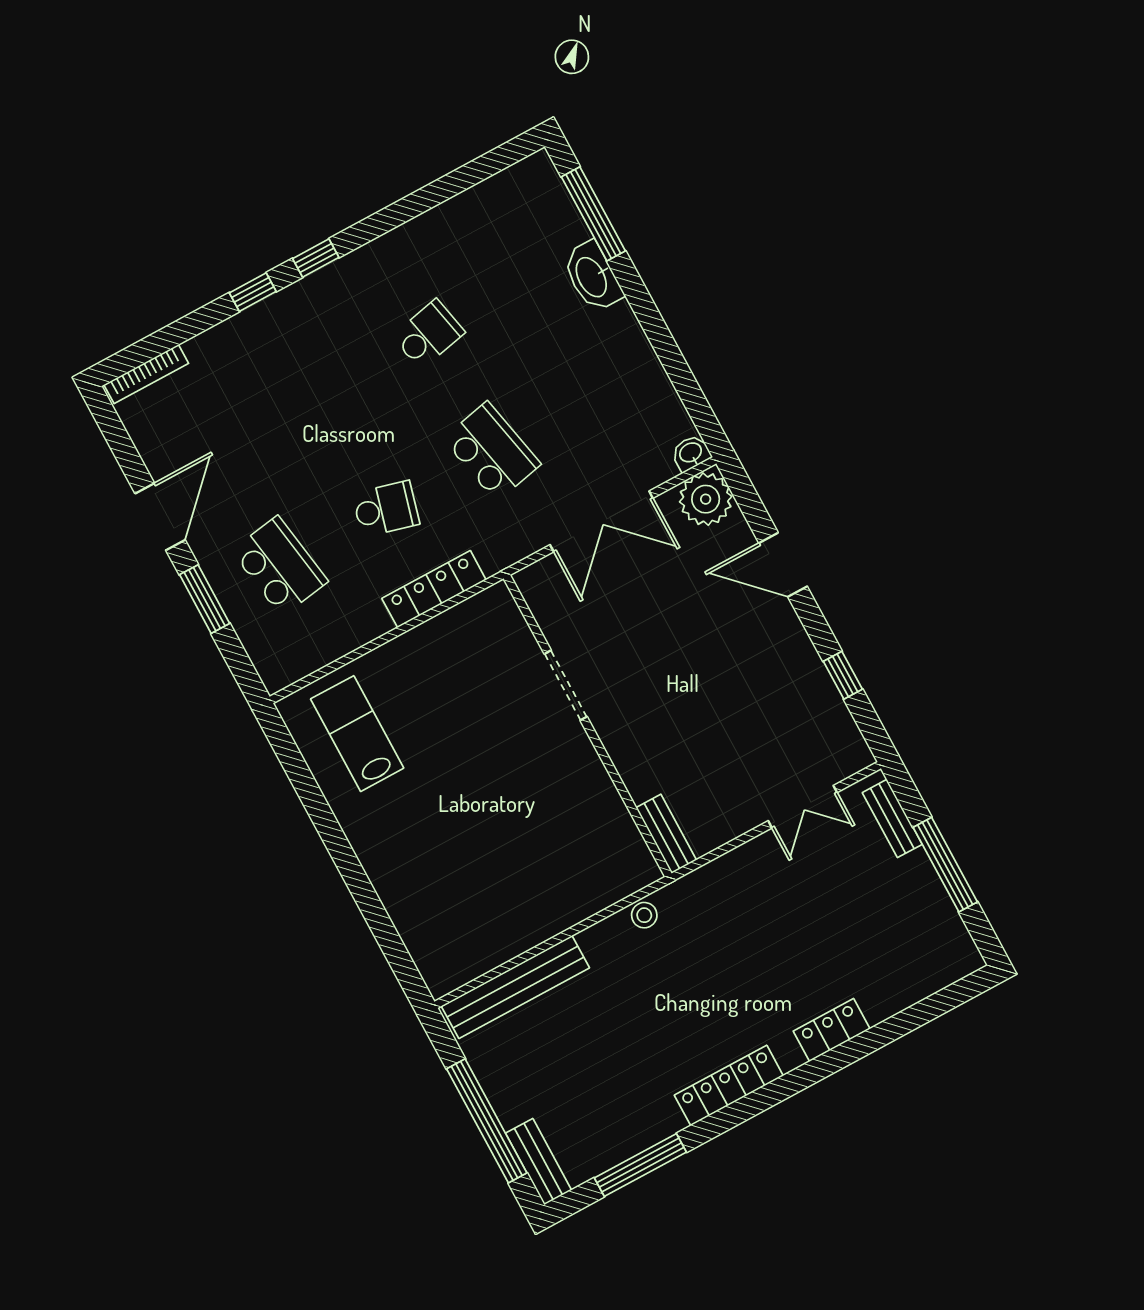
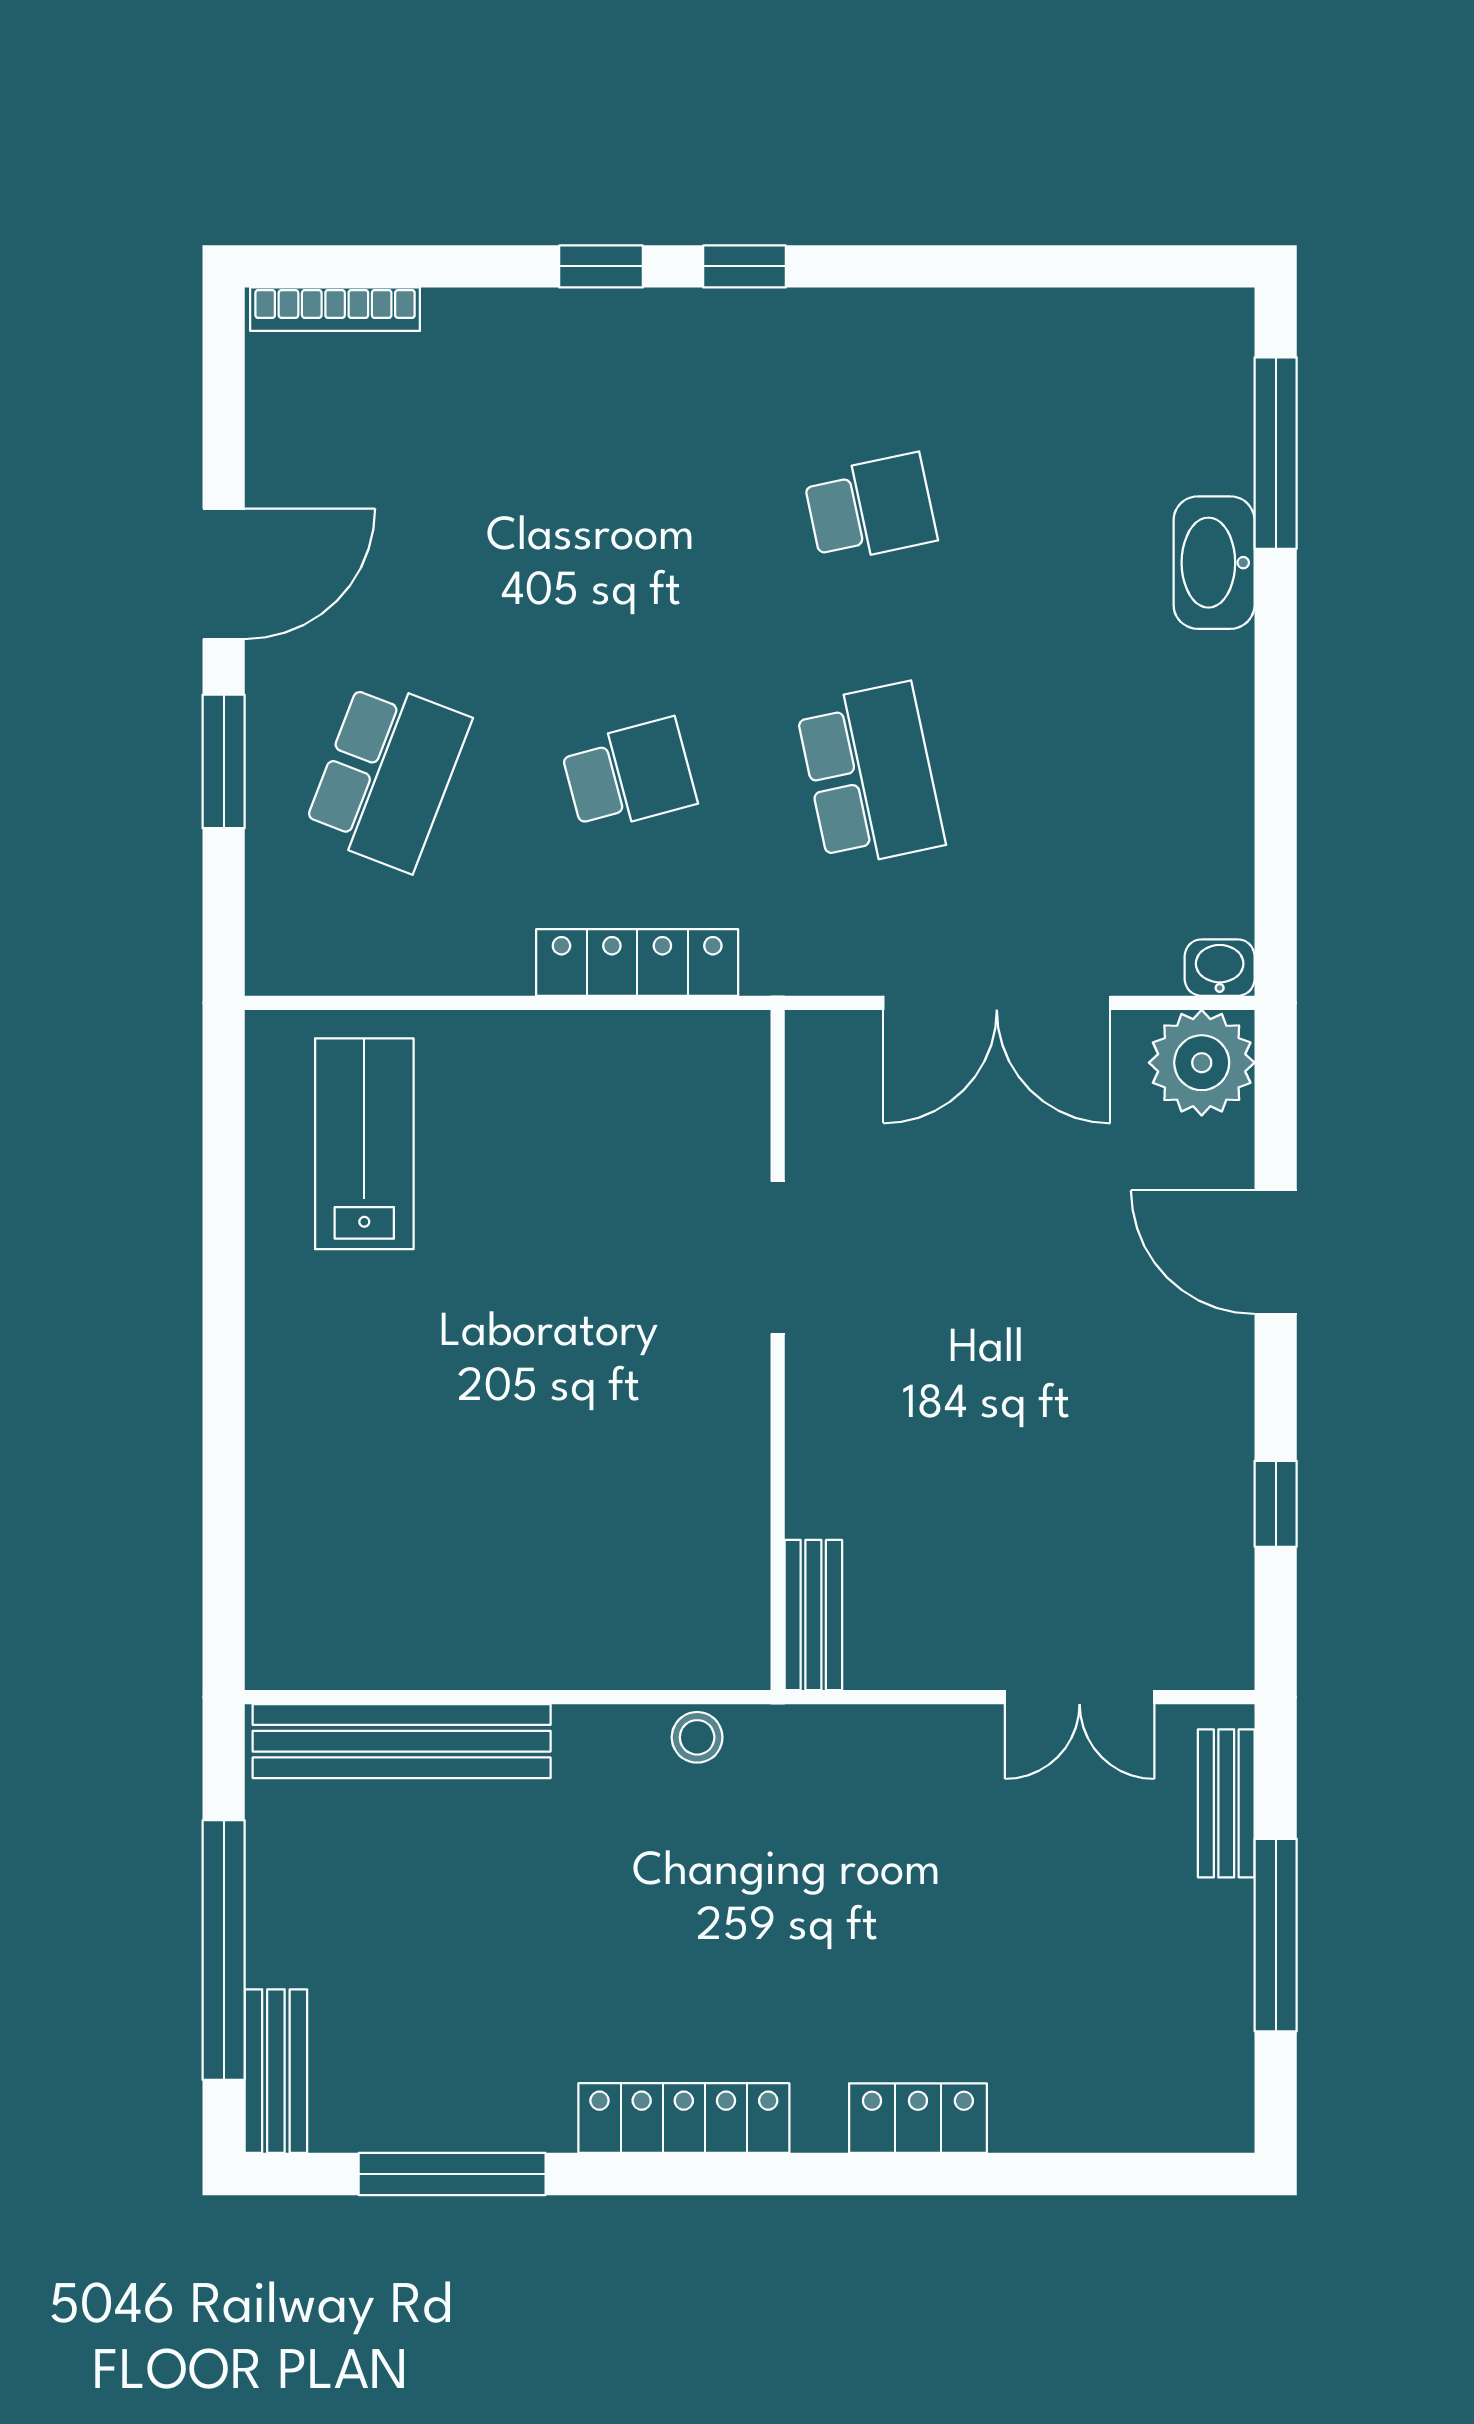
school desk: (386, 509) -> (629, 775), turned -30
school desk: (280, 566) -> (387, 775), turned 30

